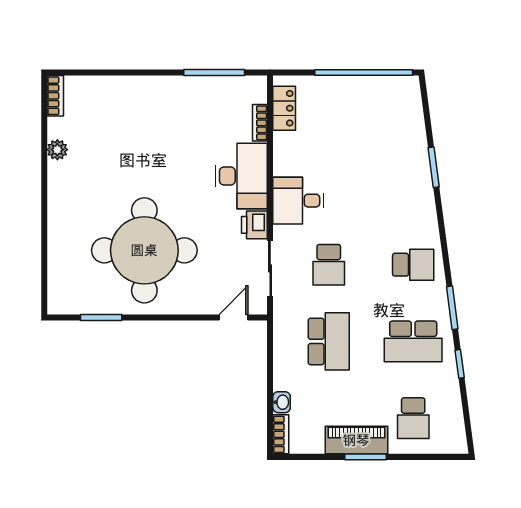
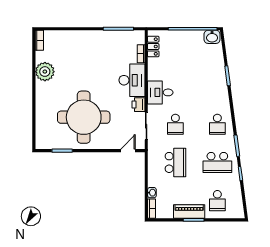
washbasin: (402, 89) -> (212, 37), added
plant: (57, 150) -> (45, 72), width x1.88, depth x1.88
school desk: (413, 265) -> (217, 124), turned 90

